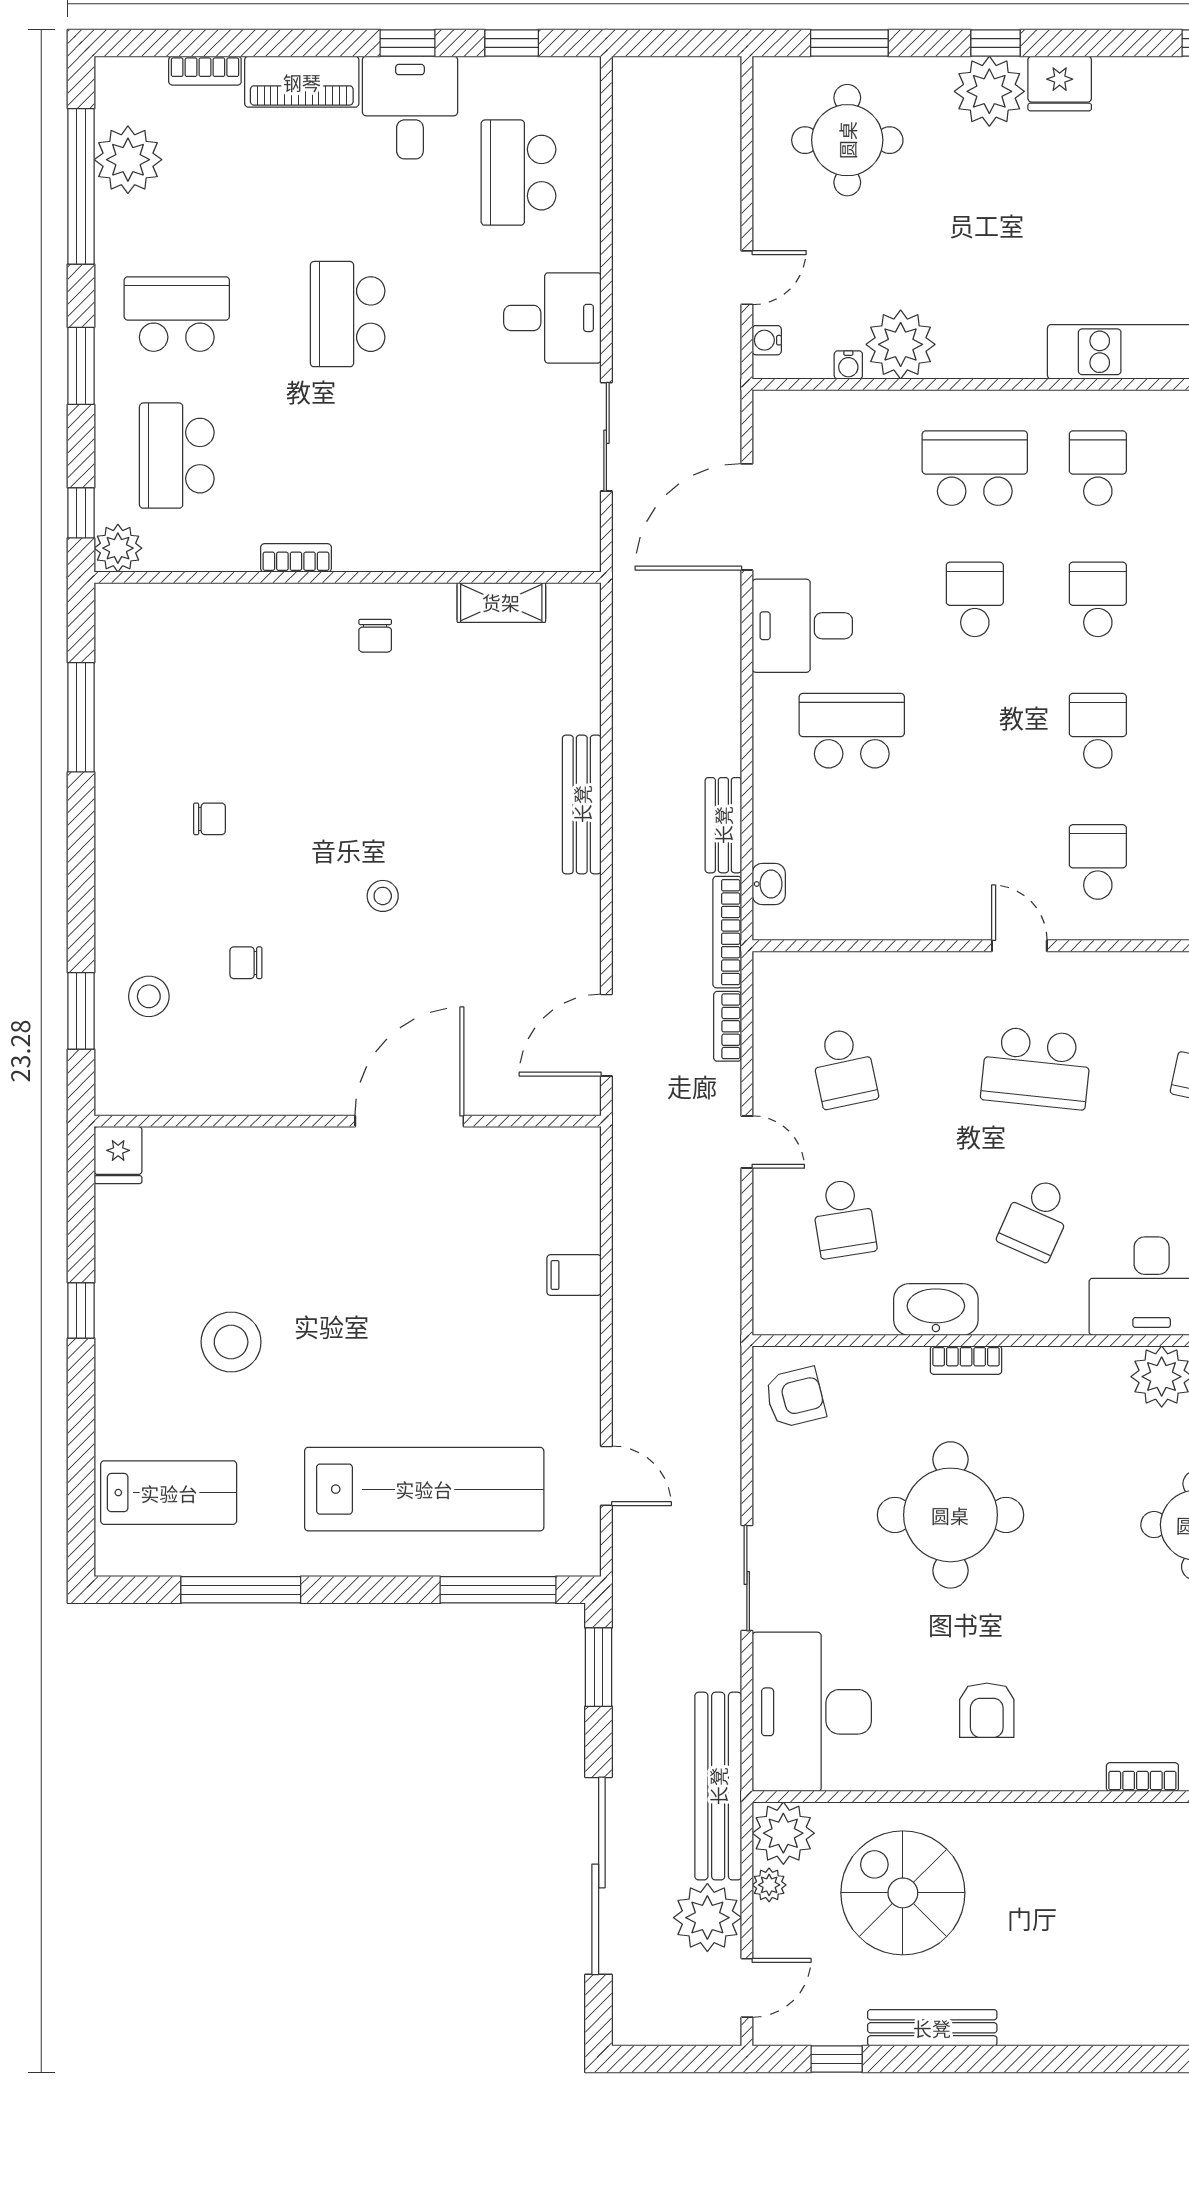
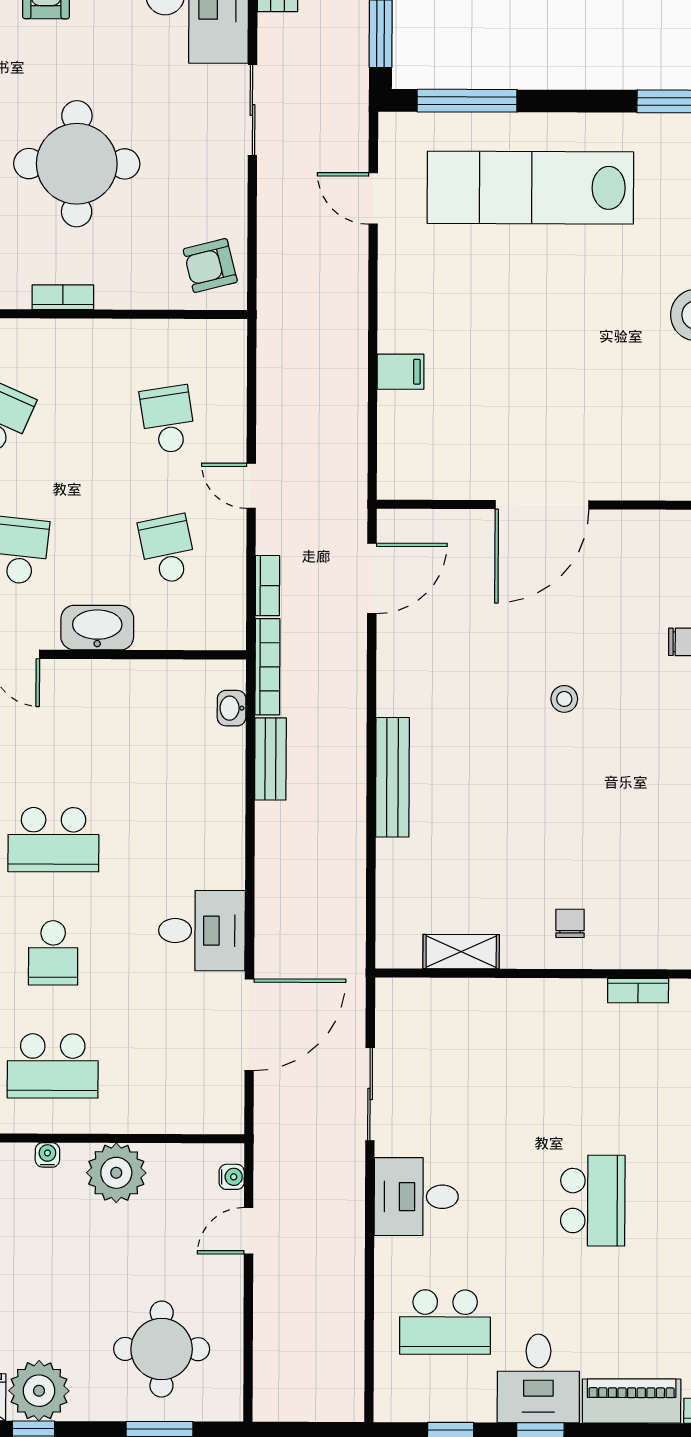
school desk: (518, 173) -> (445, 1322), turned 90
water cooler: (848, 365) -> (47, 1155), moved
school desk: (852, 731) -> (53, 840), moved
washbasin: (936, 1309) -> (97, 628), moved, turned 180

